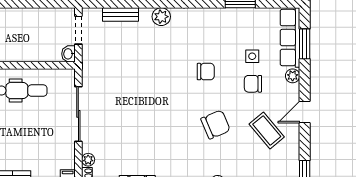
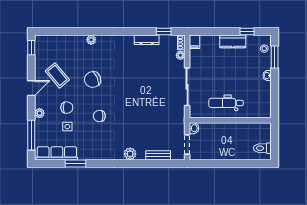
row of seats: (290, 38) -> (57, 153), moved, turned -90
window: (305, 44) -> (31, 135), width x1.44

